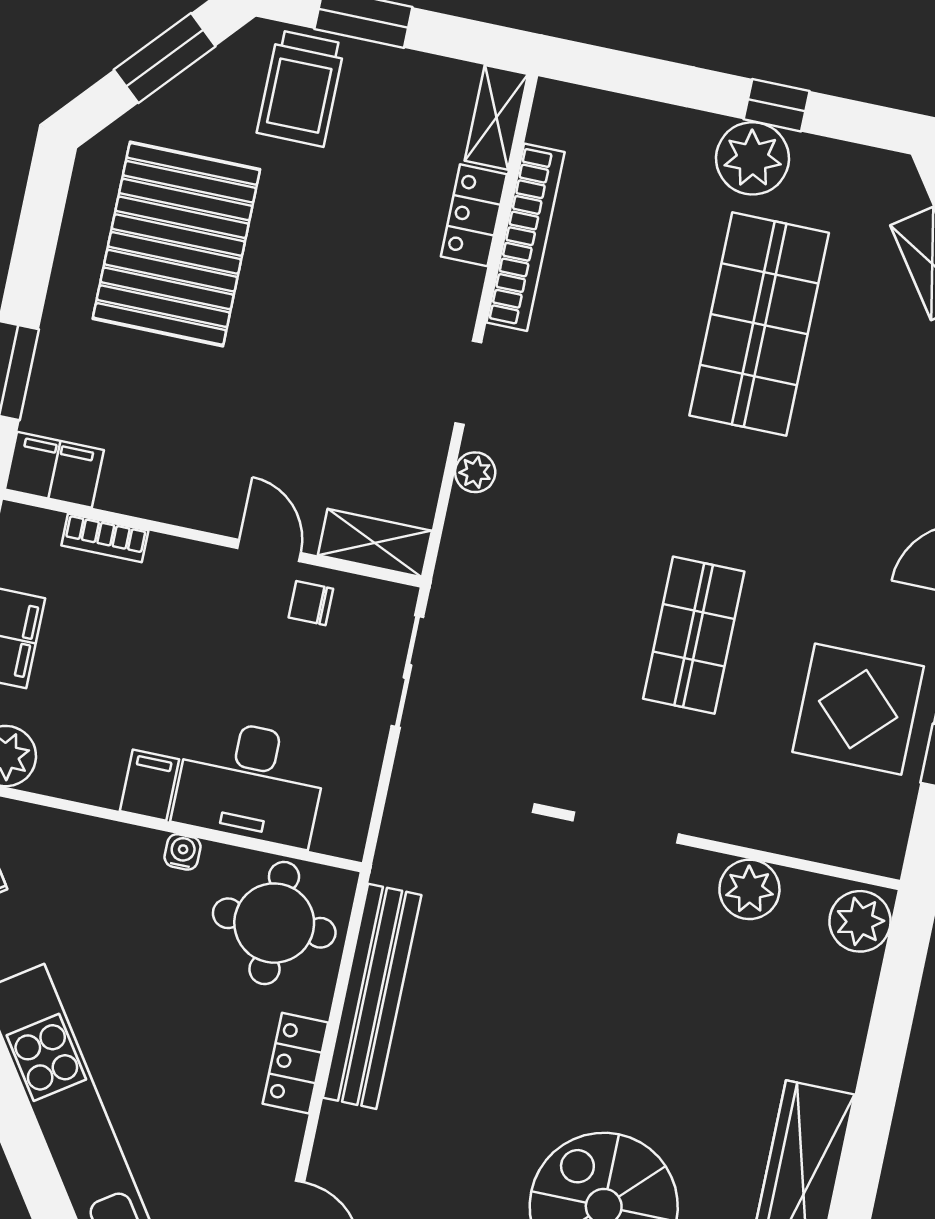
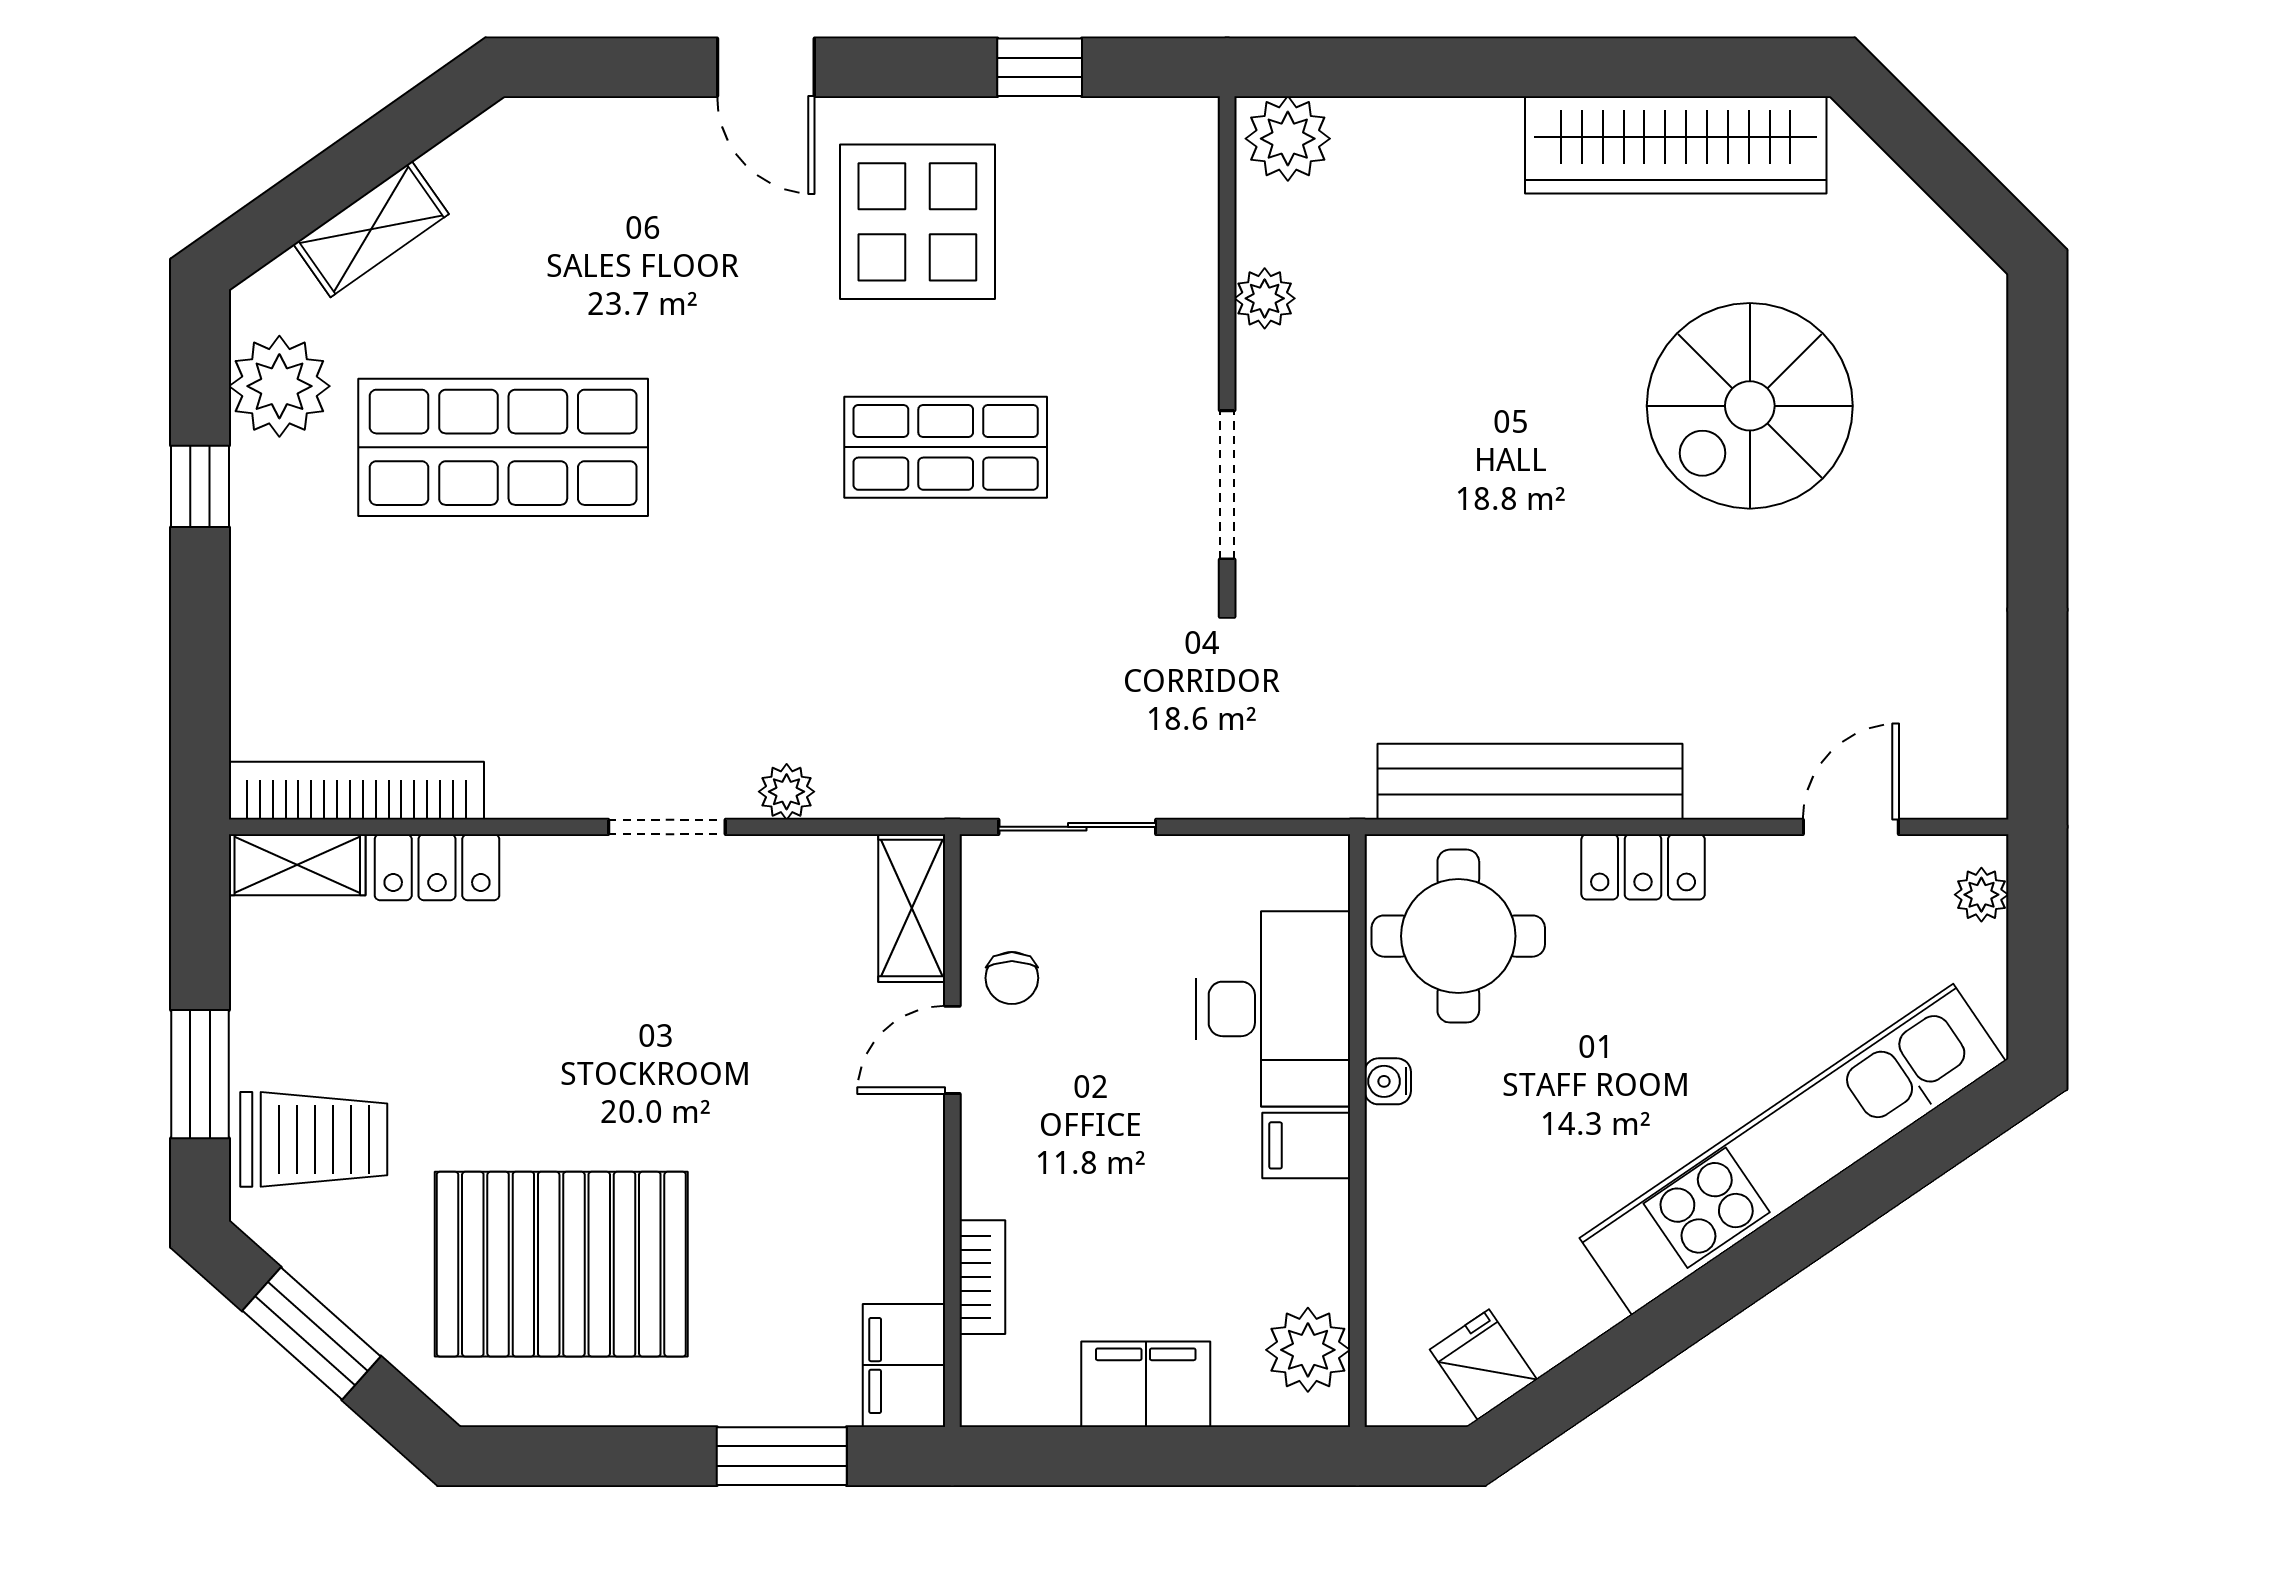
plant: (753, 158) -> (279, 386), moved
bookcase: (525, 237) -> (356, 791), moved
display table: (858, 709) -> (917, 222), moved
plant: (749, 889) -> (1265, 298), width x0.73, depth x0.73

